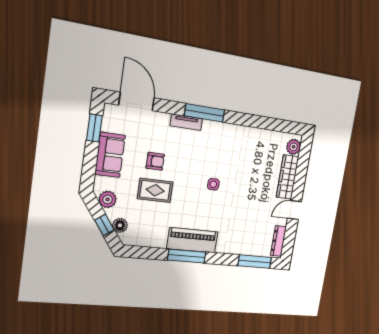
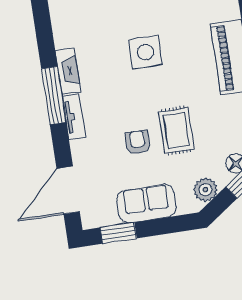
fireplace: (218, 128) -> (68, 71), added
side table: (213, 184) -> (146, 52), width x1.87, depth x1.87

